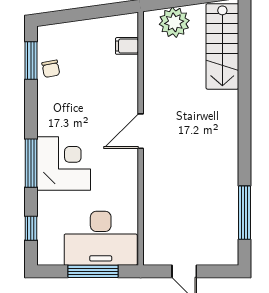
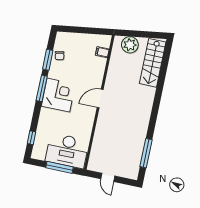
window: (31, 60) -> (48, 60), moved
window: (31, 163) -> (42, 88), moved
corner desk: (64, 164) -> (58, 95), moved

